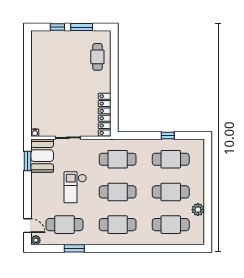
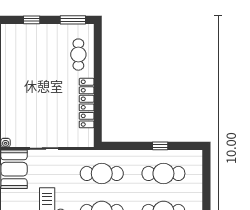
window: (82, 27) -> (73, 20), moved
locker: (105, 115) -> (87, 103), moved

